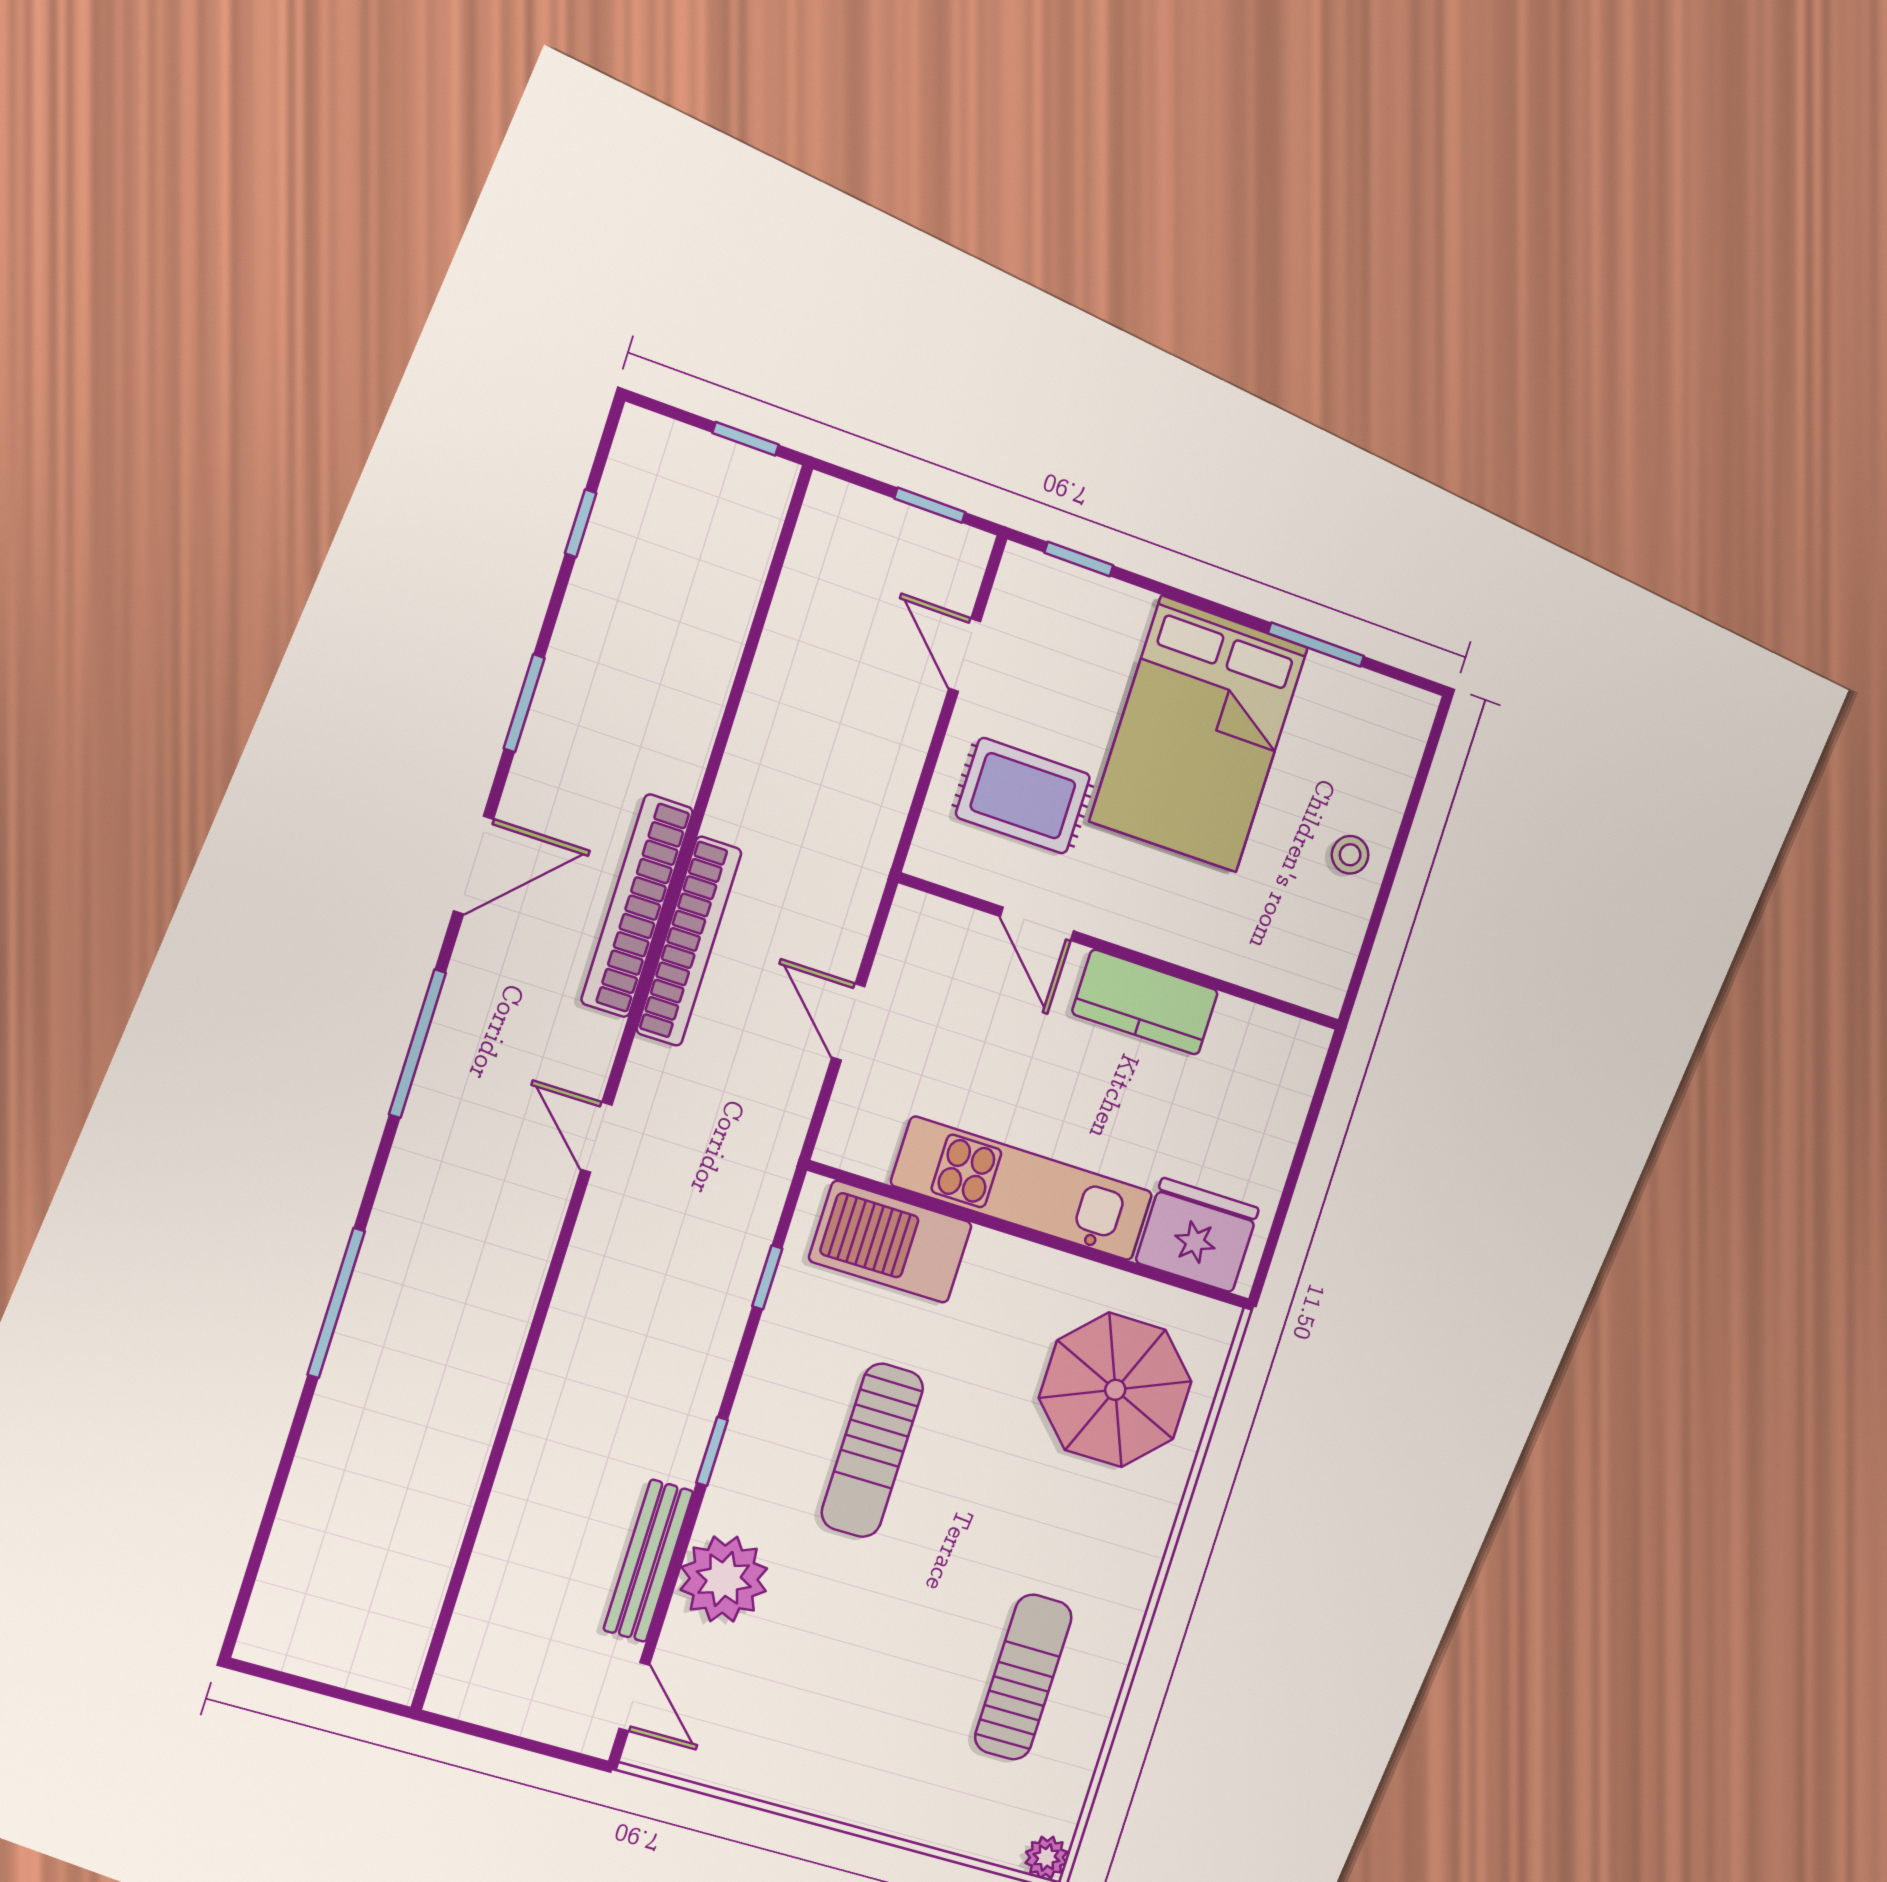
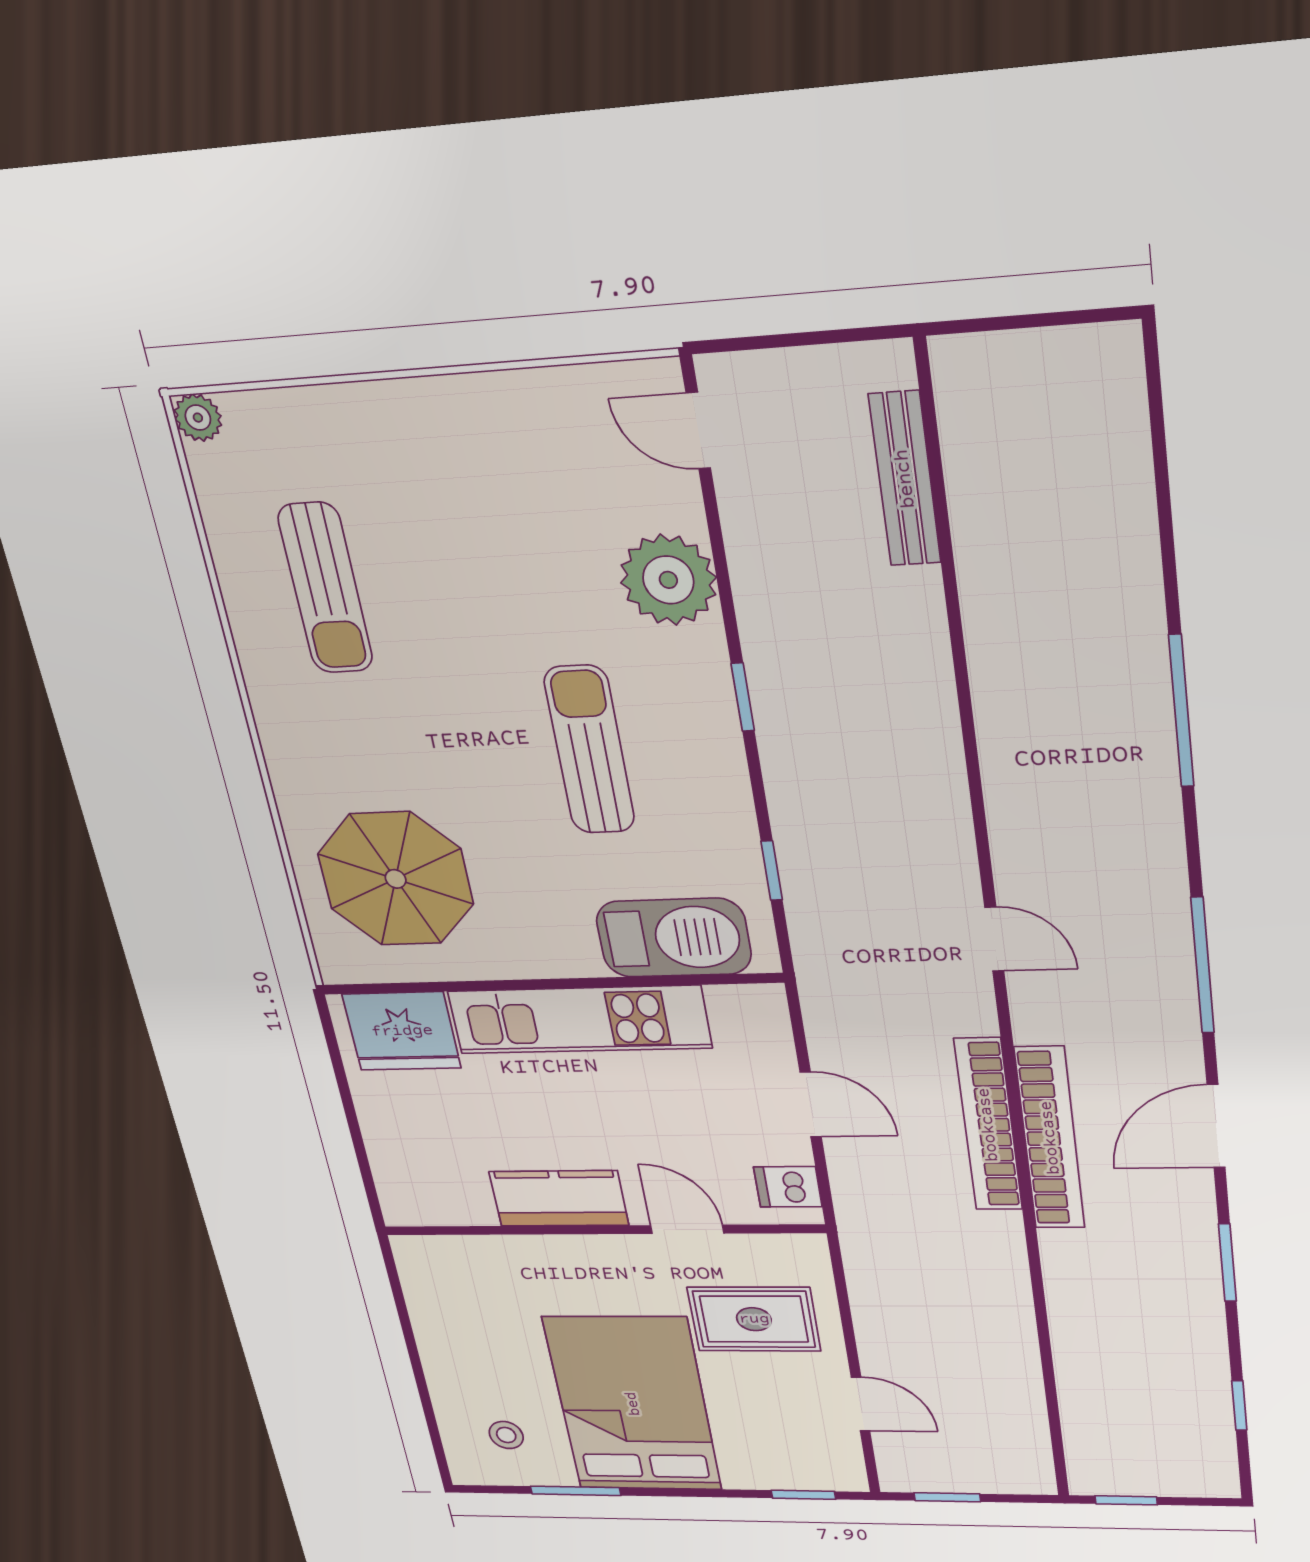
stool: (1350, 855) -> (506, 1435), moved
dishwasher: (914, 938) -> (788, 1187), added
bench: (648, 1561) -> (905, 479), moved

